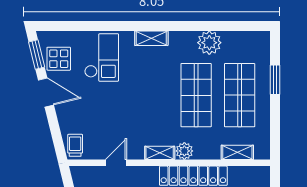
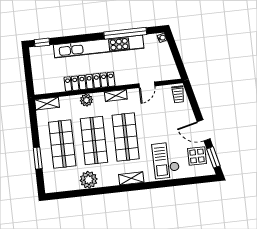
shop shelf: (153, 95) -> (126, 137), added
plant: (184, 151) -> (86, 100), moved
shelving: (237, 152) -> (47, 104), moved

